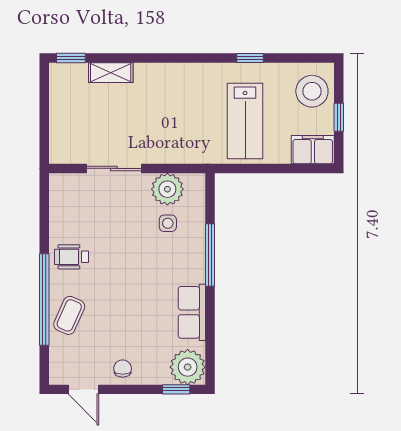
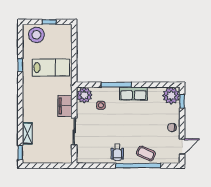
filing cabinet: (313, 150) -> (65, 106), moved
plant: (167, 189) -> (84, 95), moved
row of seats: (192, 312) -> (133, 94), moved

